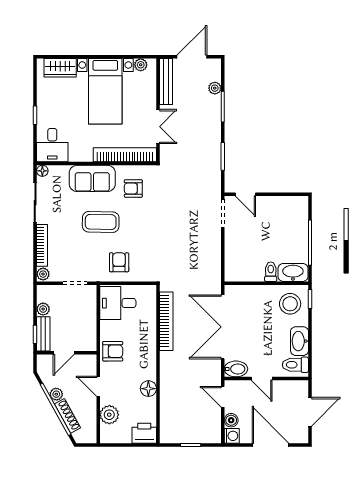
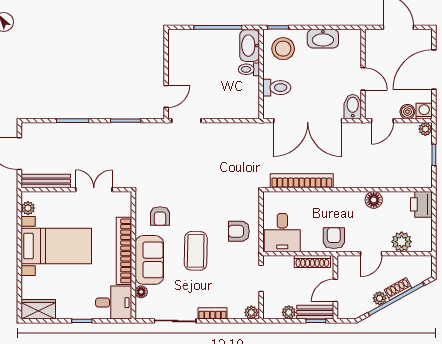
wardrobe: (60, 68) -> (38, 309), moved, turned -90
plant: (215, 88) -> (425, 129), moved
bookcase: (125, 155) -> (124, 251), moved
floor lamp: (42, 171) -> (141, 292), moved
bookcase: (42, 245) -> (213, 313), width x0.64
shoe rack: (91, 331) -> (312, 261), added
door: (64, 353) -> (335, 290), swing flipped
toilet: (295, 365) -> (277, 88), moved, turned -90
door: (262, 379) -> (363, 79), hinge flipped
shoe rack: (68, 416) -> (398, 289), width x0.70

